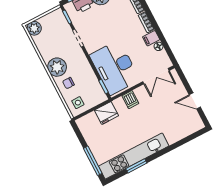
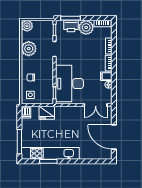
plant: (57, 67) -> (29, 49), moved
dishwasher: (130, 100) -> (26, 112), moved
door: (195, 101) -> (114, 137), width x1.87

